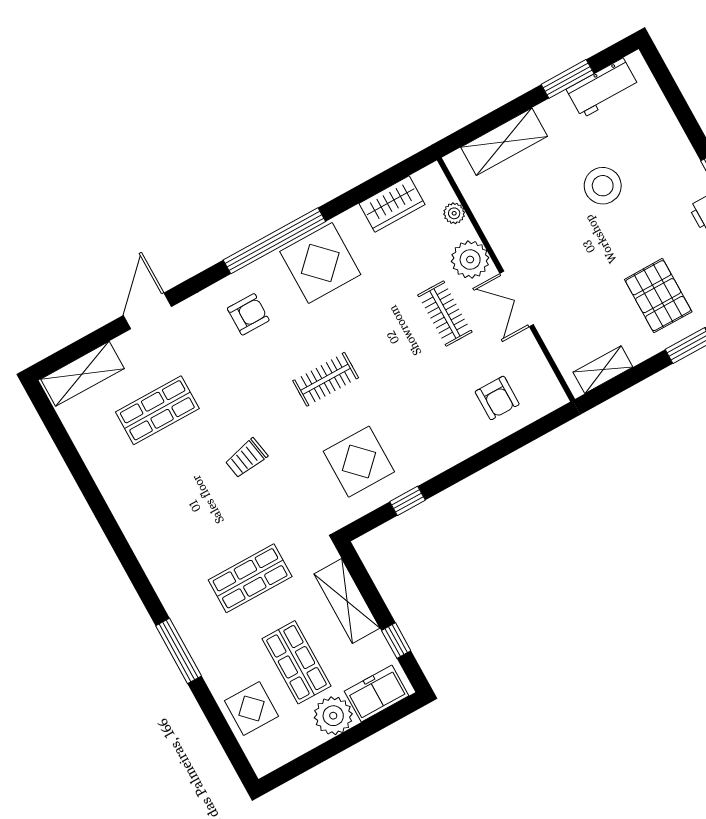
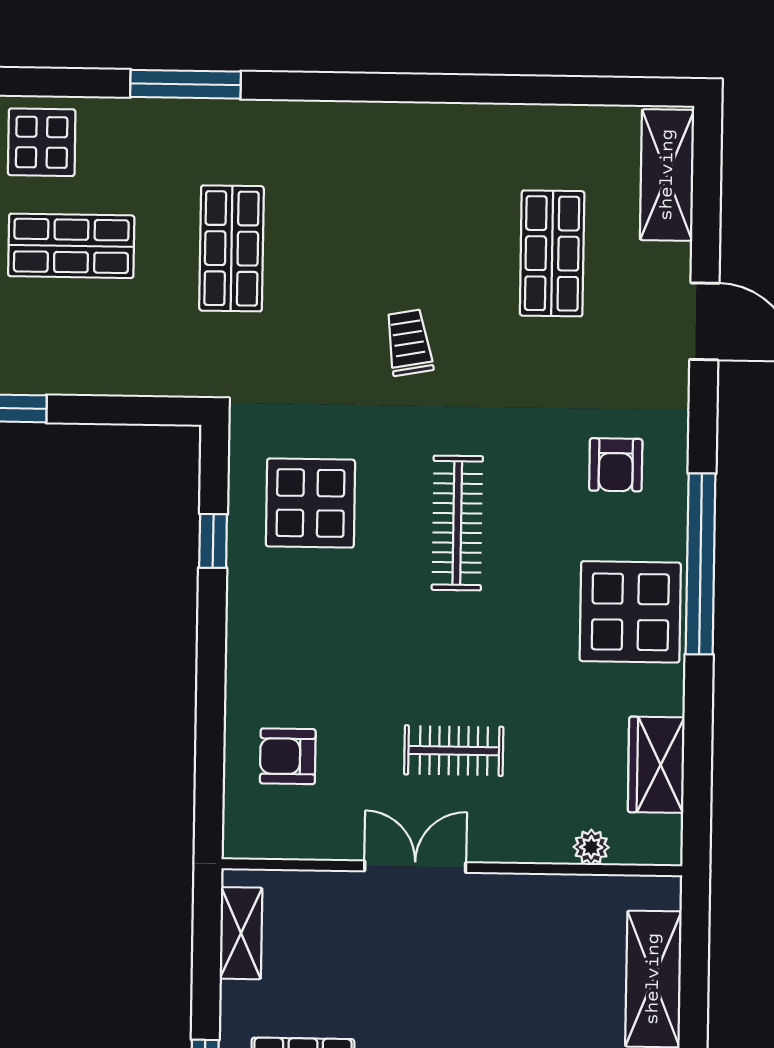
plant: (470, 260) -> (511, 832), removed
clothes rail: (326, 379) -> (457, 523), width x1.36
shelving: (347, 601) -> (118, 370), removed

